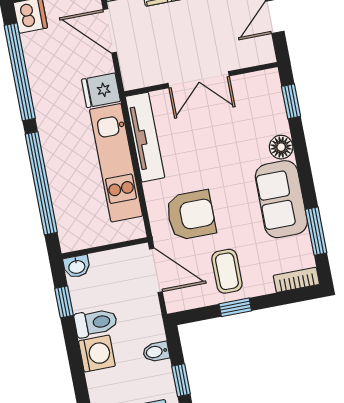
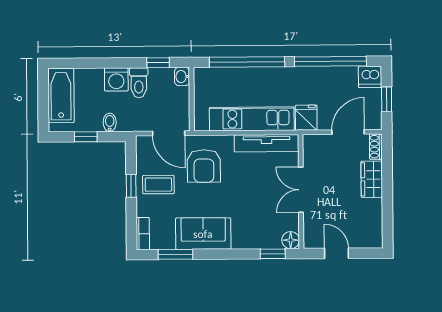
floor lamp: (281, 147) -> (291, 240), moved
door: (156, 270) -> (169, 133), hinge flipped

